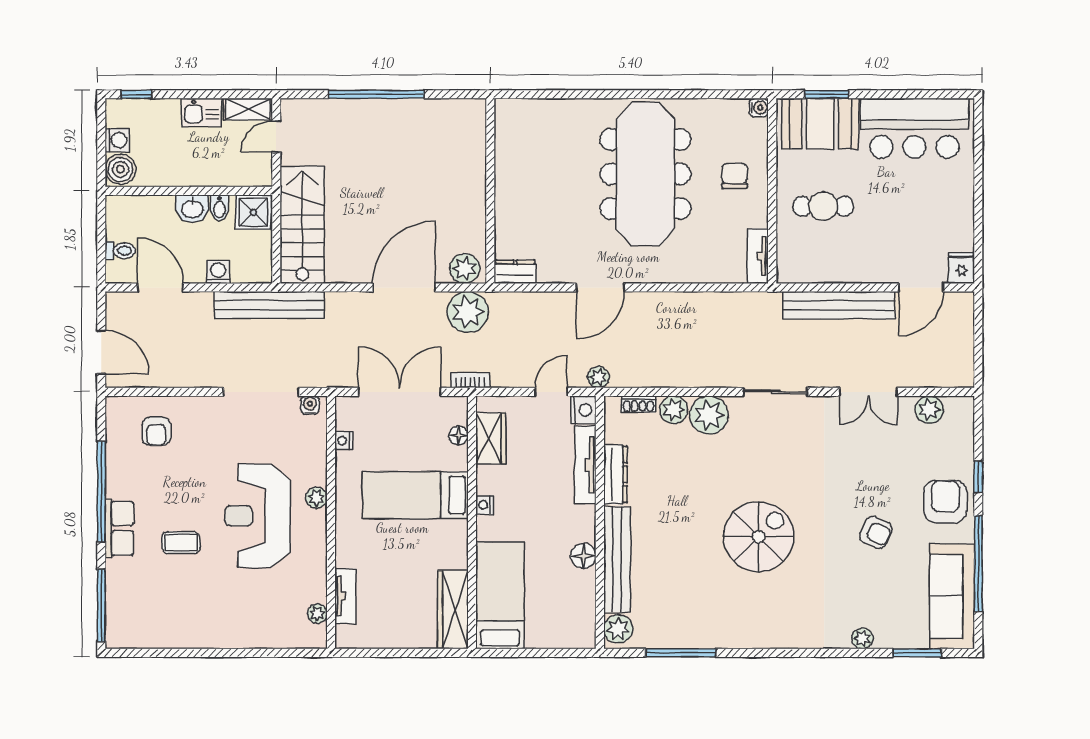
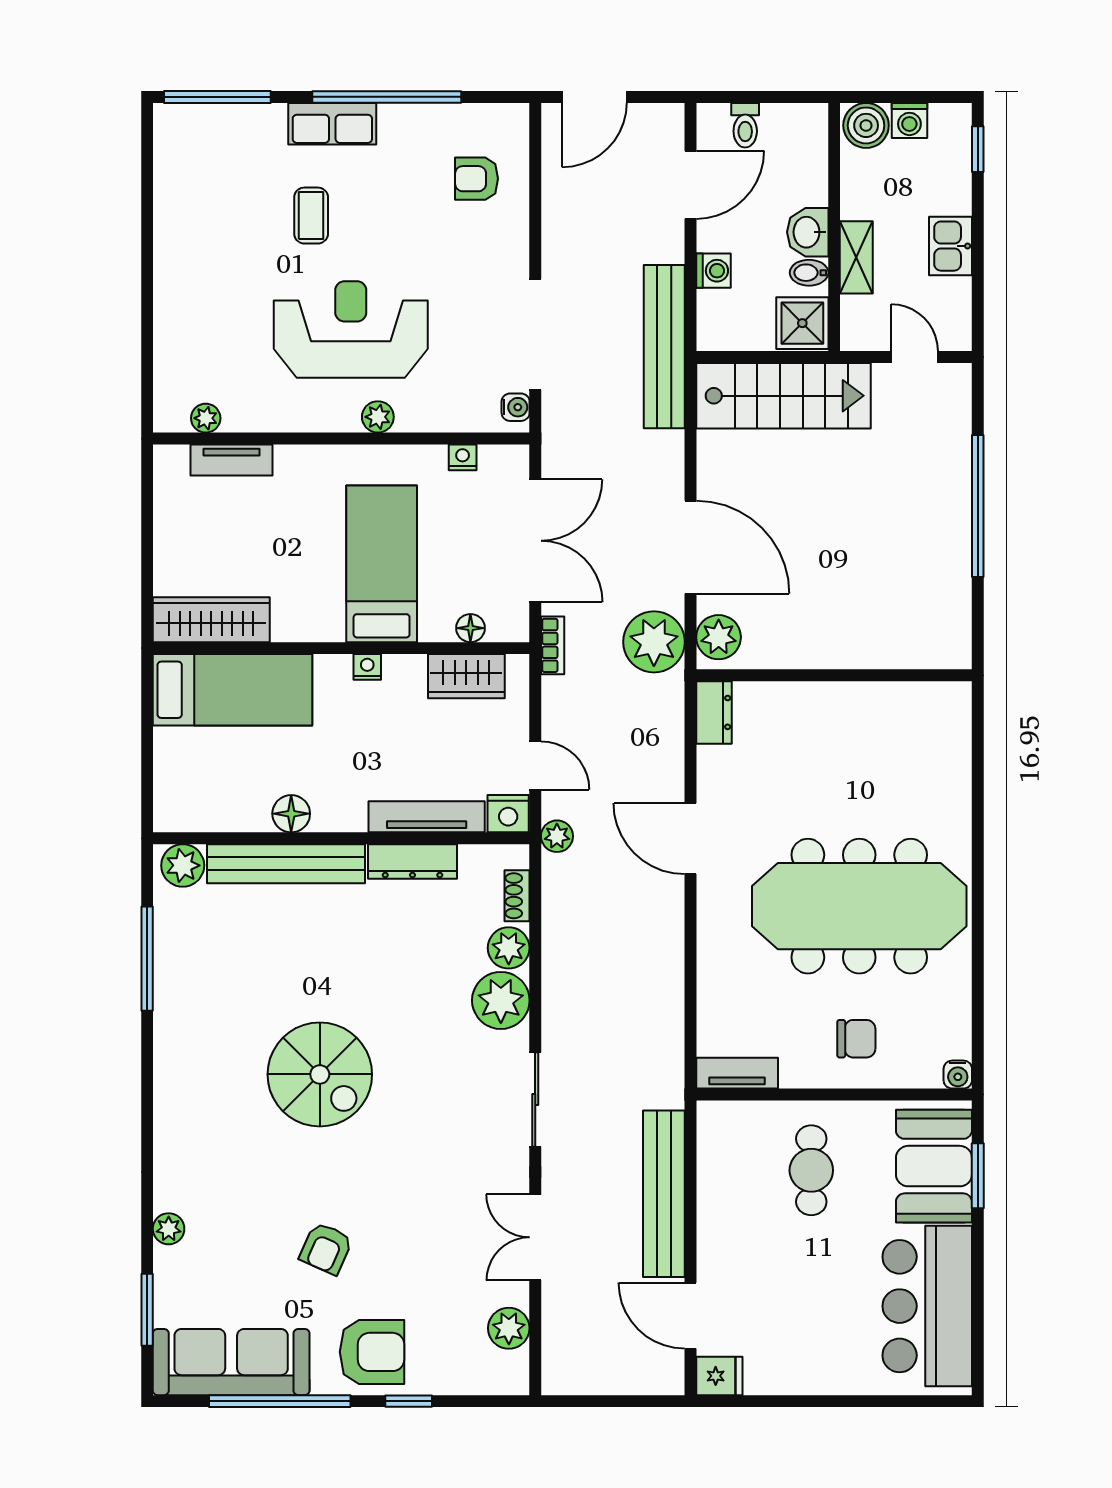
shelving: (248, 109) -> (856, 257), moved

